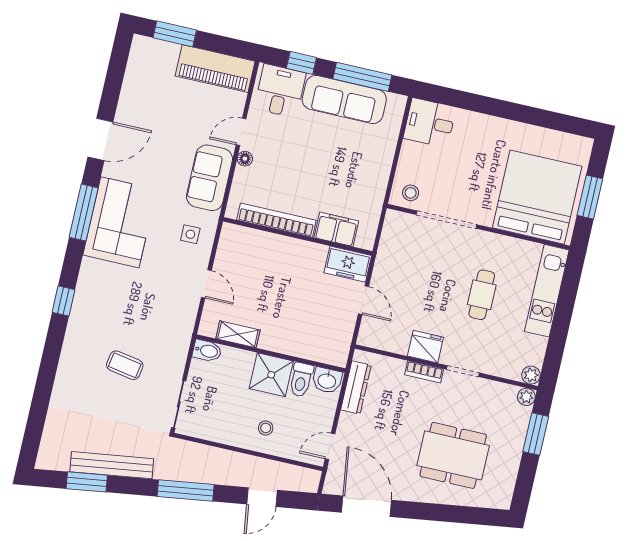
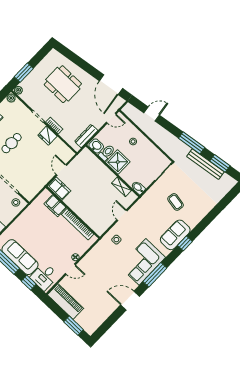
sofa: (209, 178) -> (175, 235), moved, turned 180
window: (186, 491) -> (192, 143), moved

